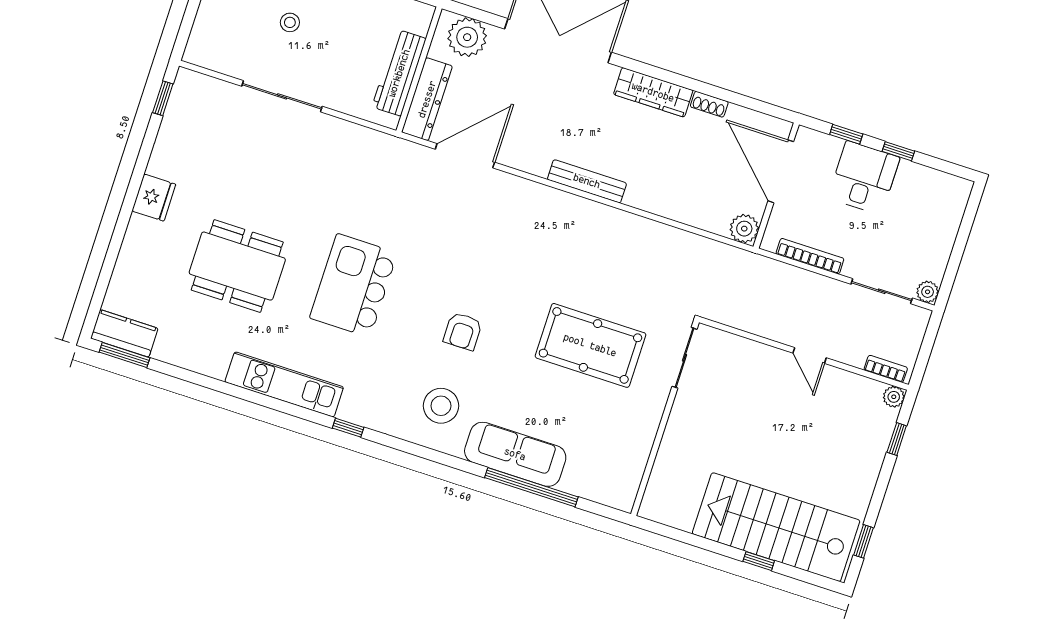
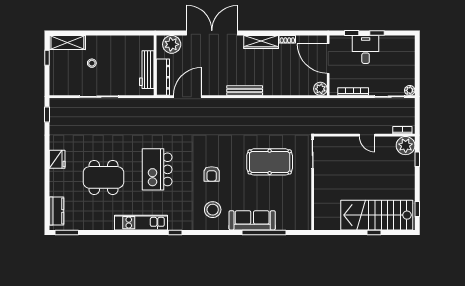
kitchen counter: (124, 333) -> (56, 211), moved, turned 90
plant: (894, 397) -> (406, 146), width x1.87, depth x1.87

